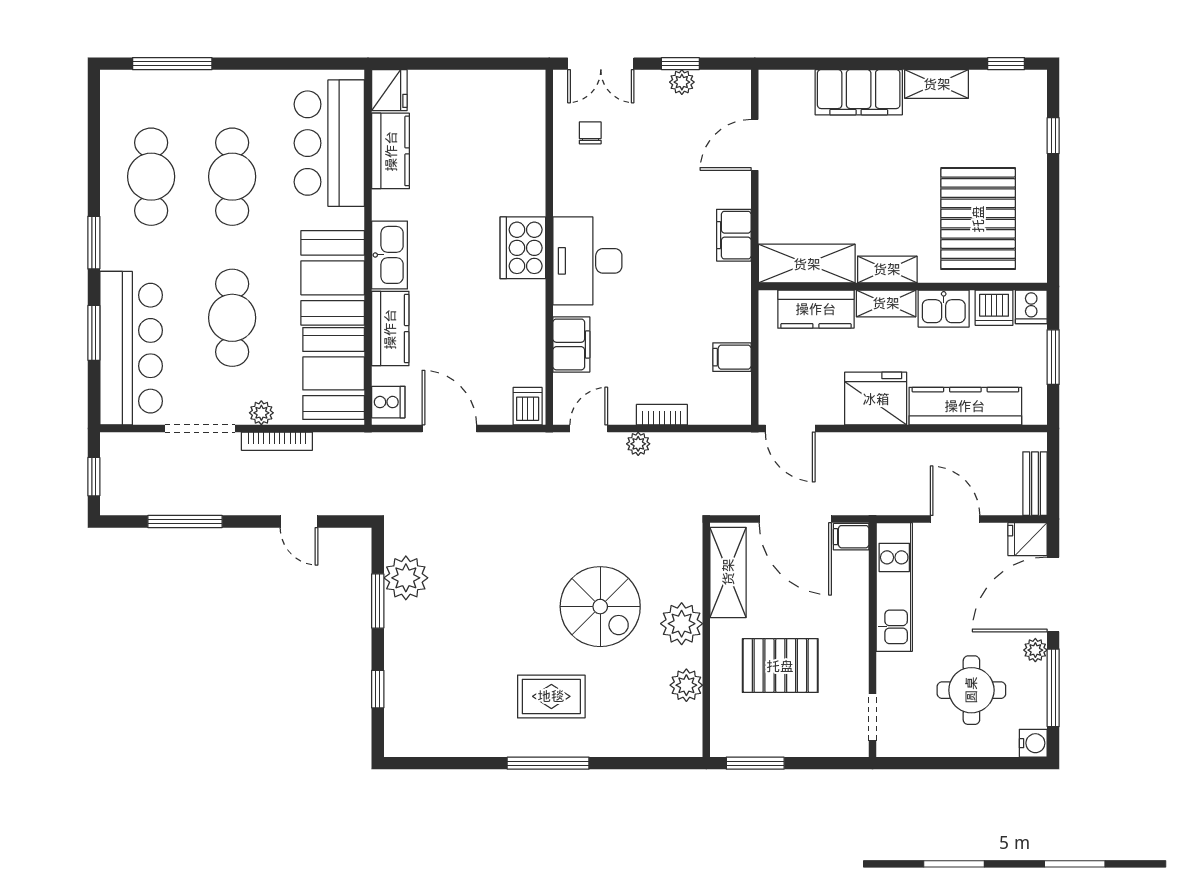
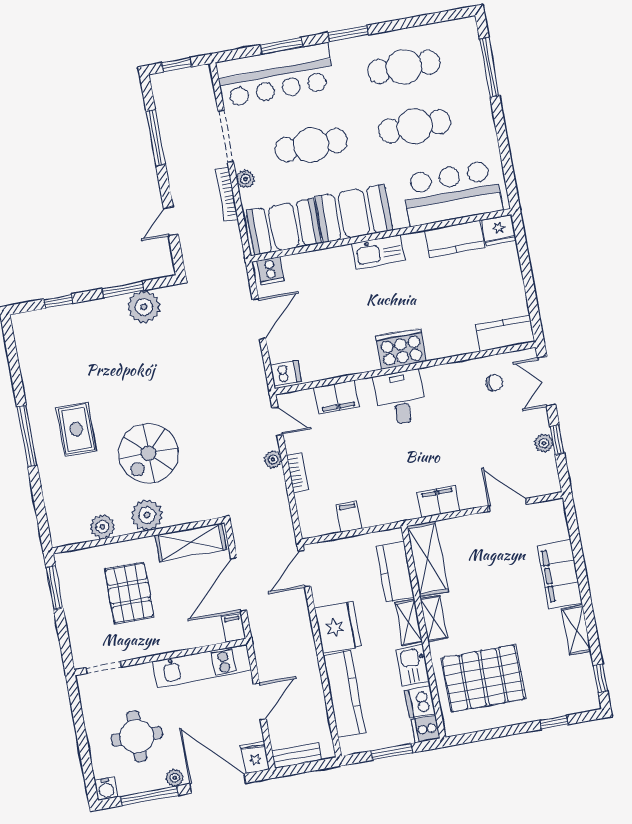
desk: (587, 261) -> (400, 398), width x0.73
kitchen counter: (390, 329) -> (505, 333), moved, turned 180

